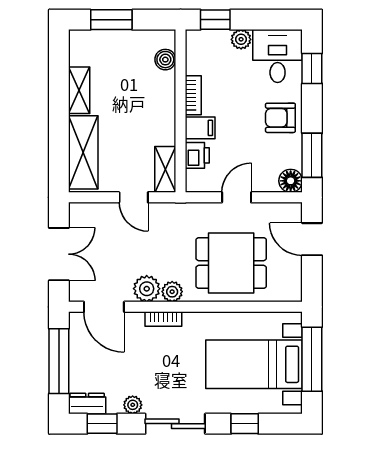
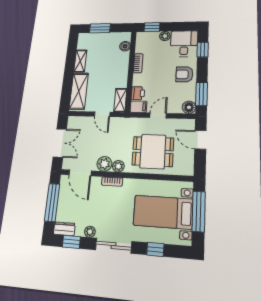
filing cabinet: (200, 128) -> (139, 107), moved

